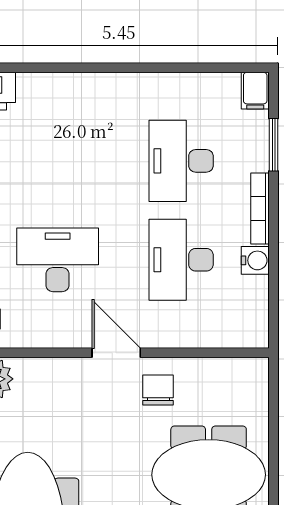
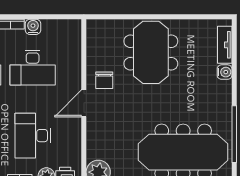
chair: (158, 390) -> (104, 80), turned -90

